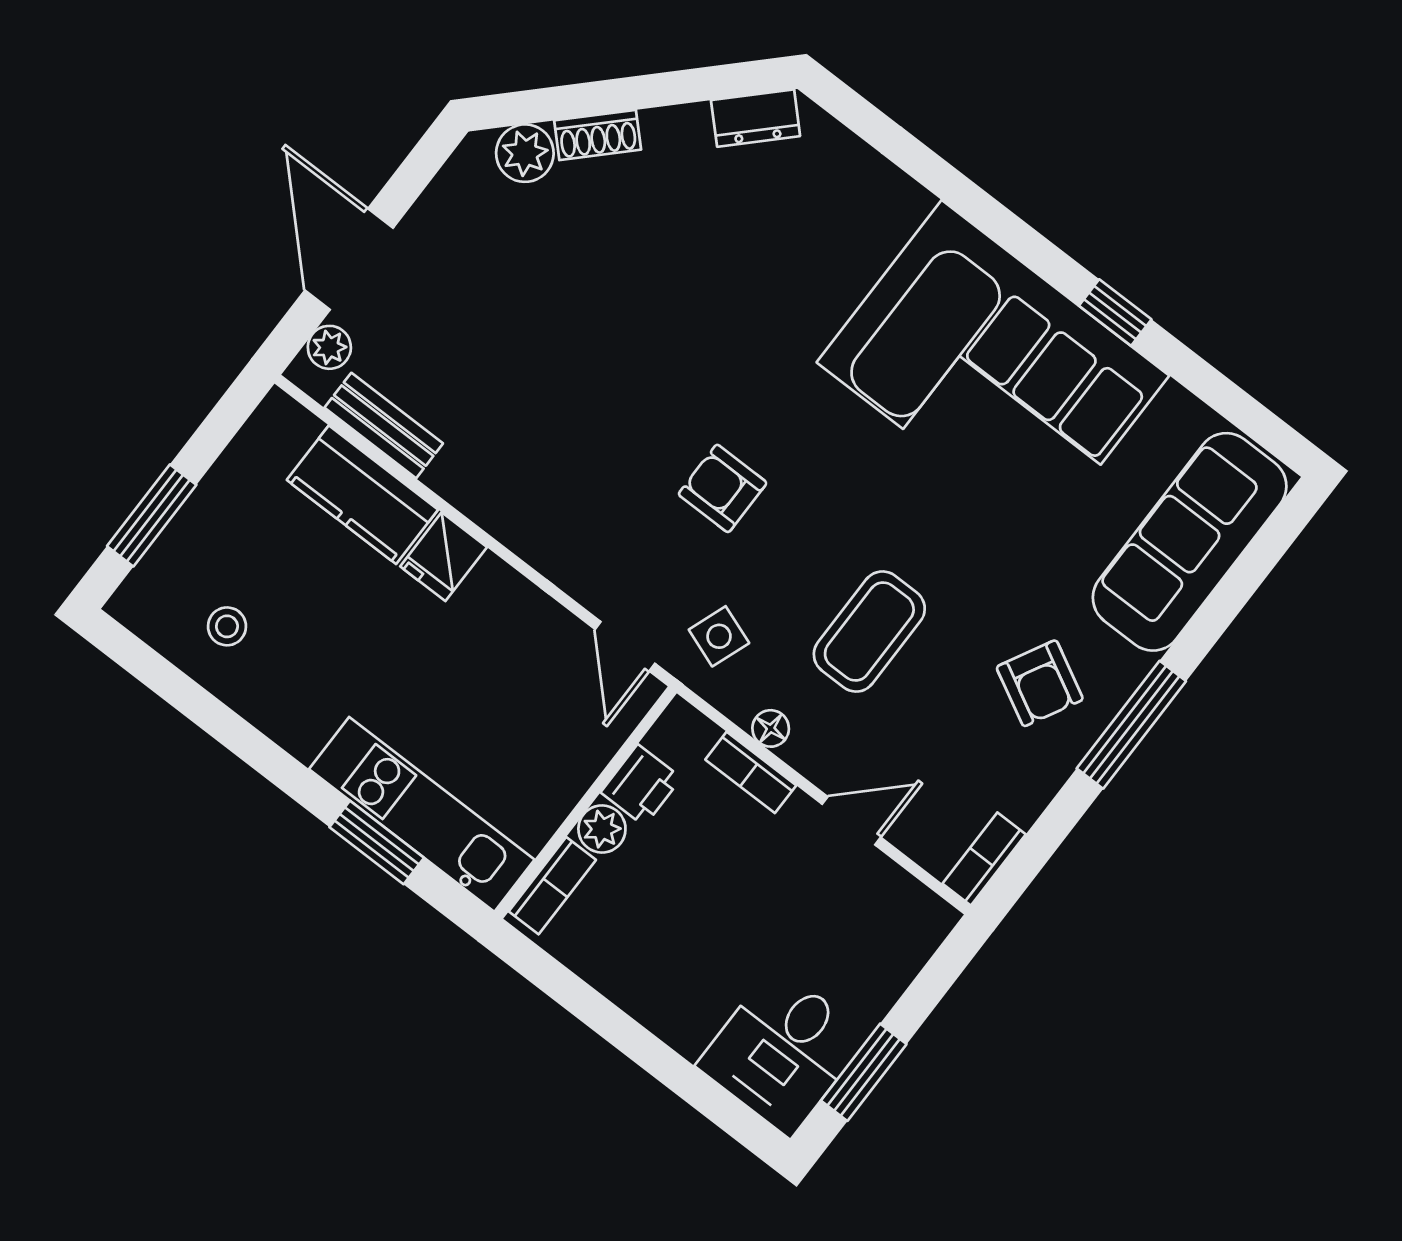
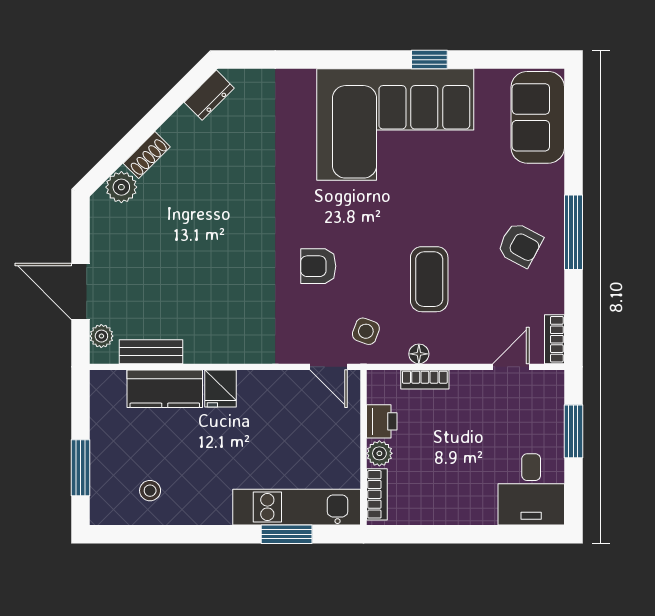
sofa: (1190, 542) -> (538, 117), width x0.73
door: (851, 821) -> (511, 367), moved
window: (864, 1072) -> (573, 431), moved

